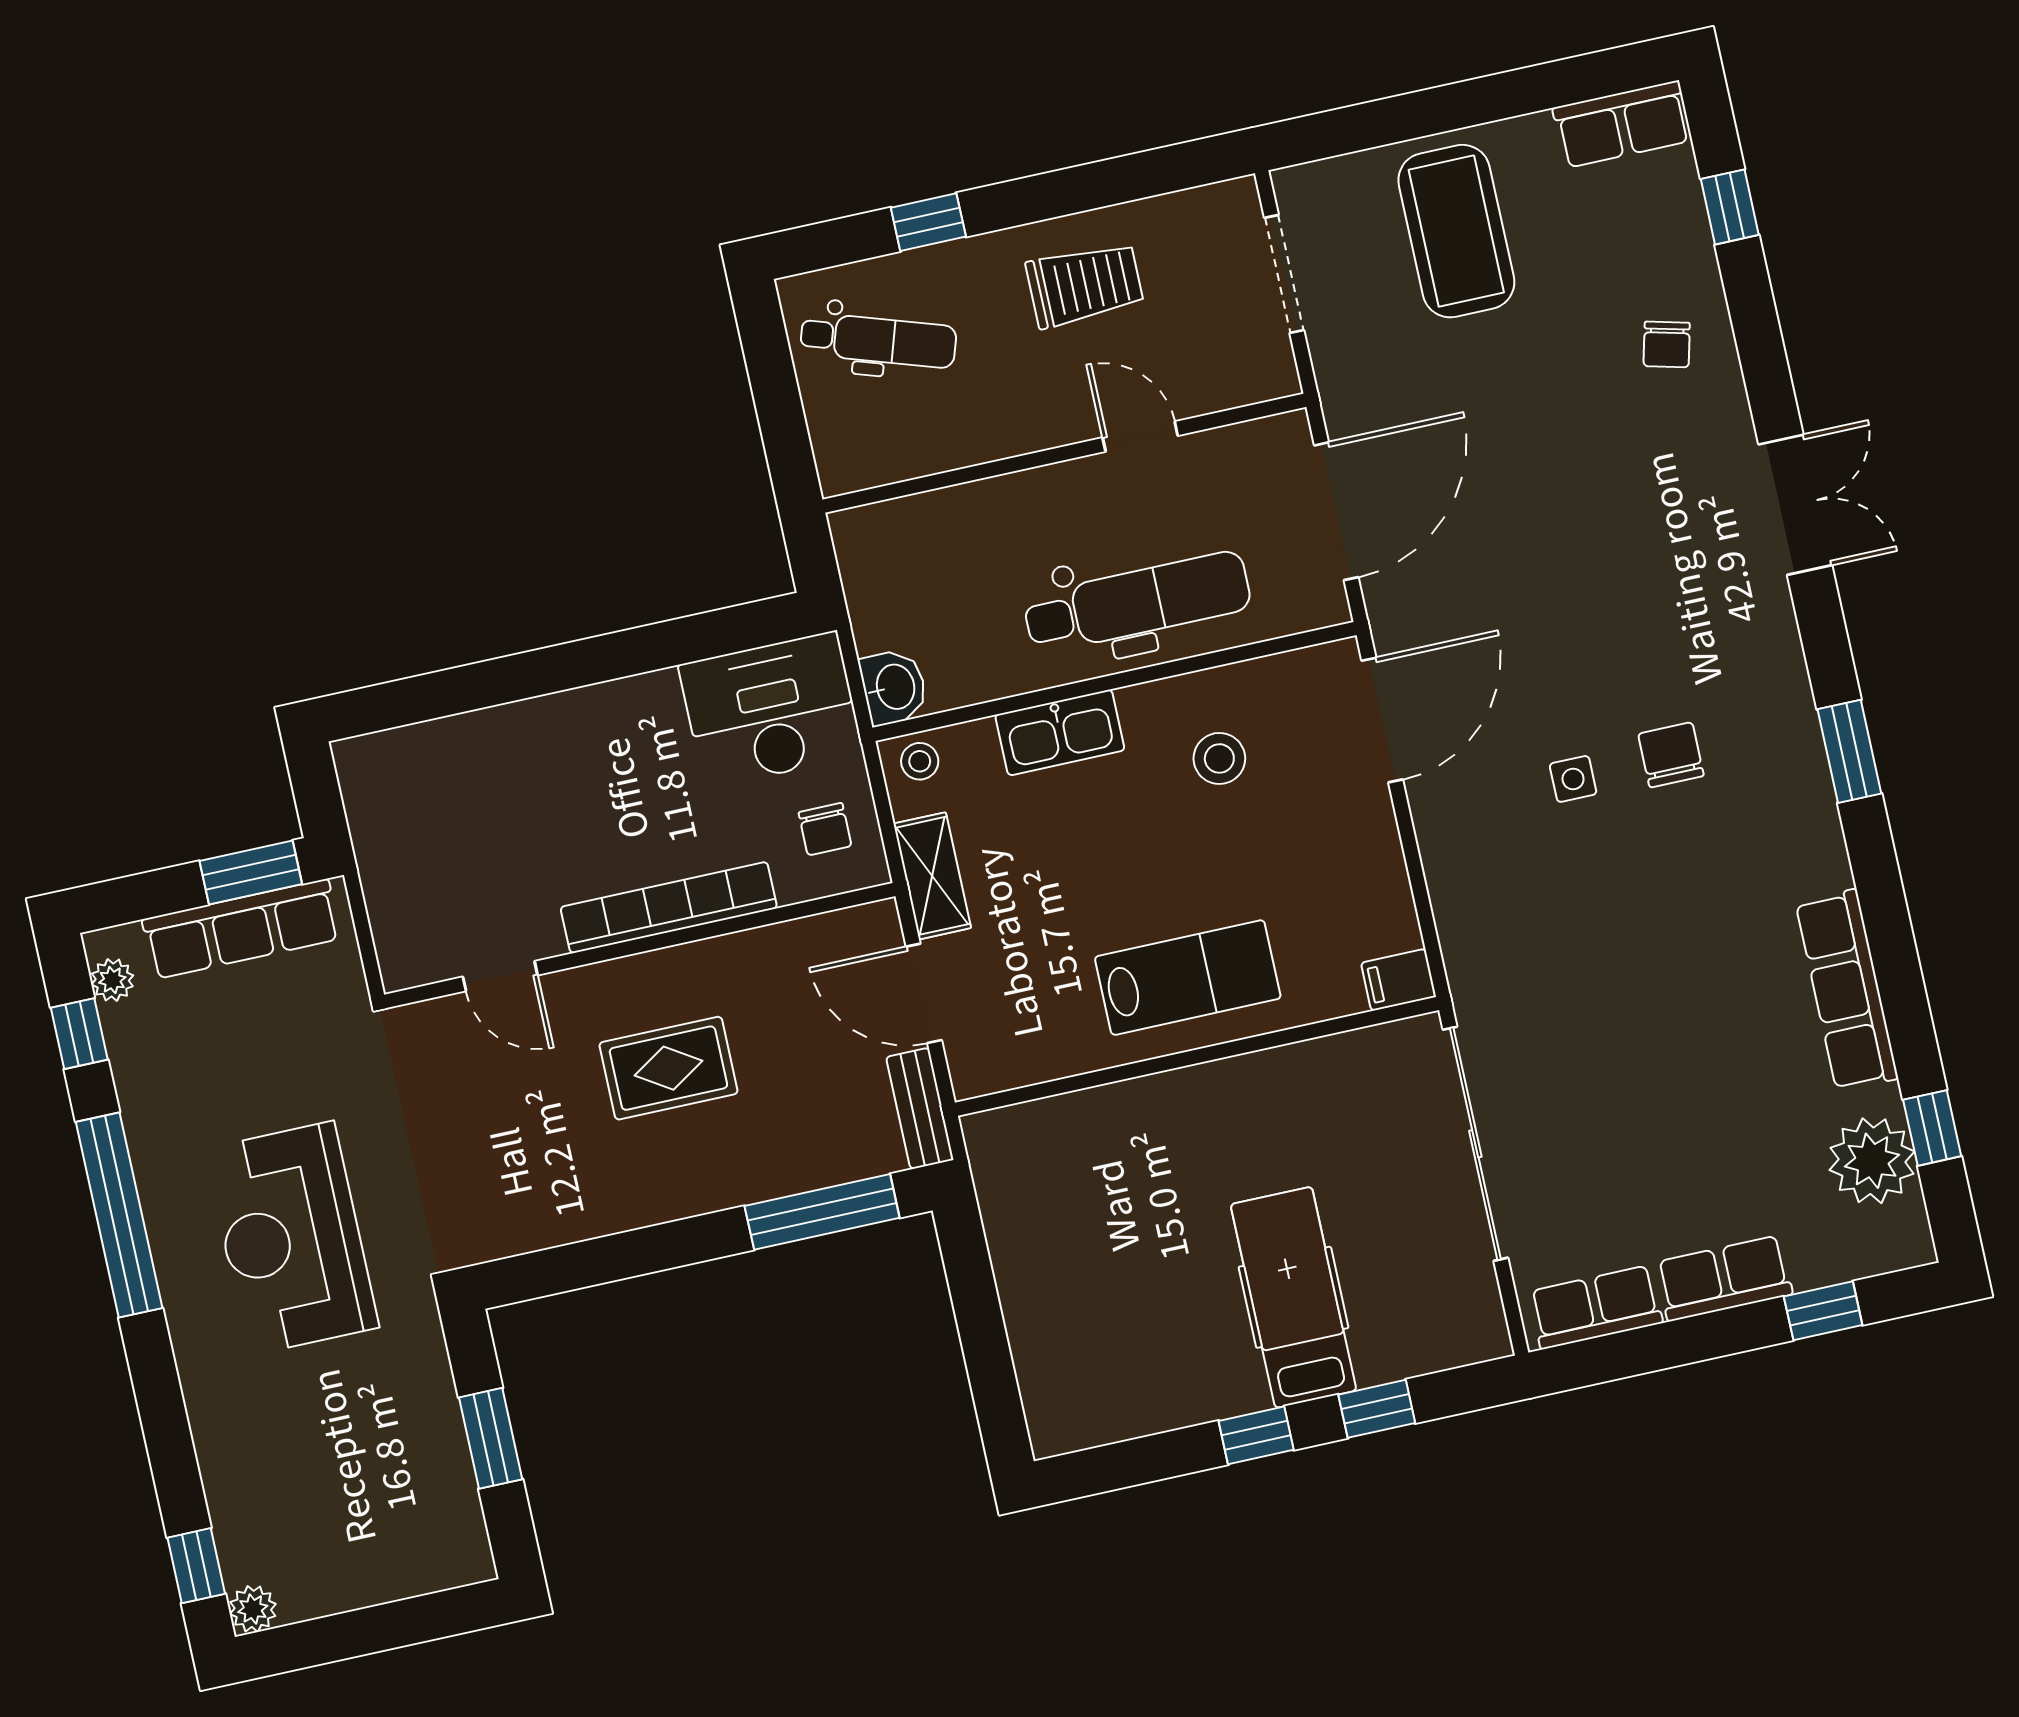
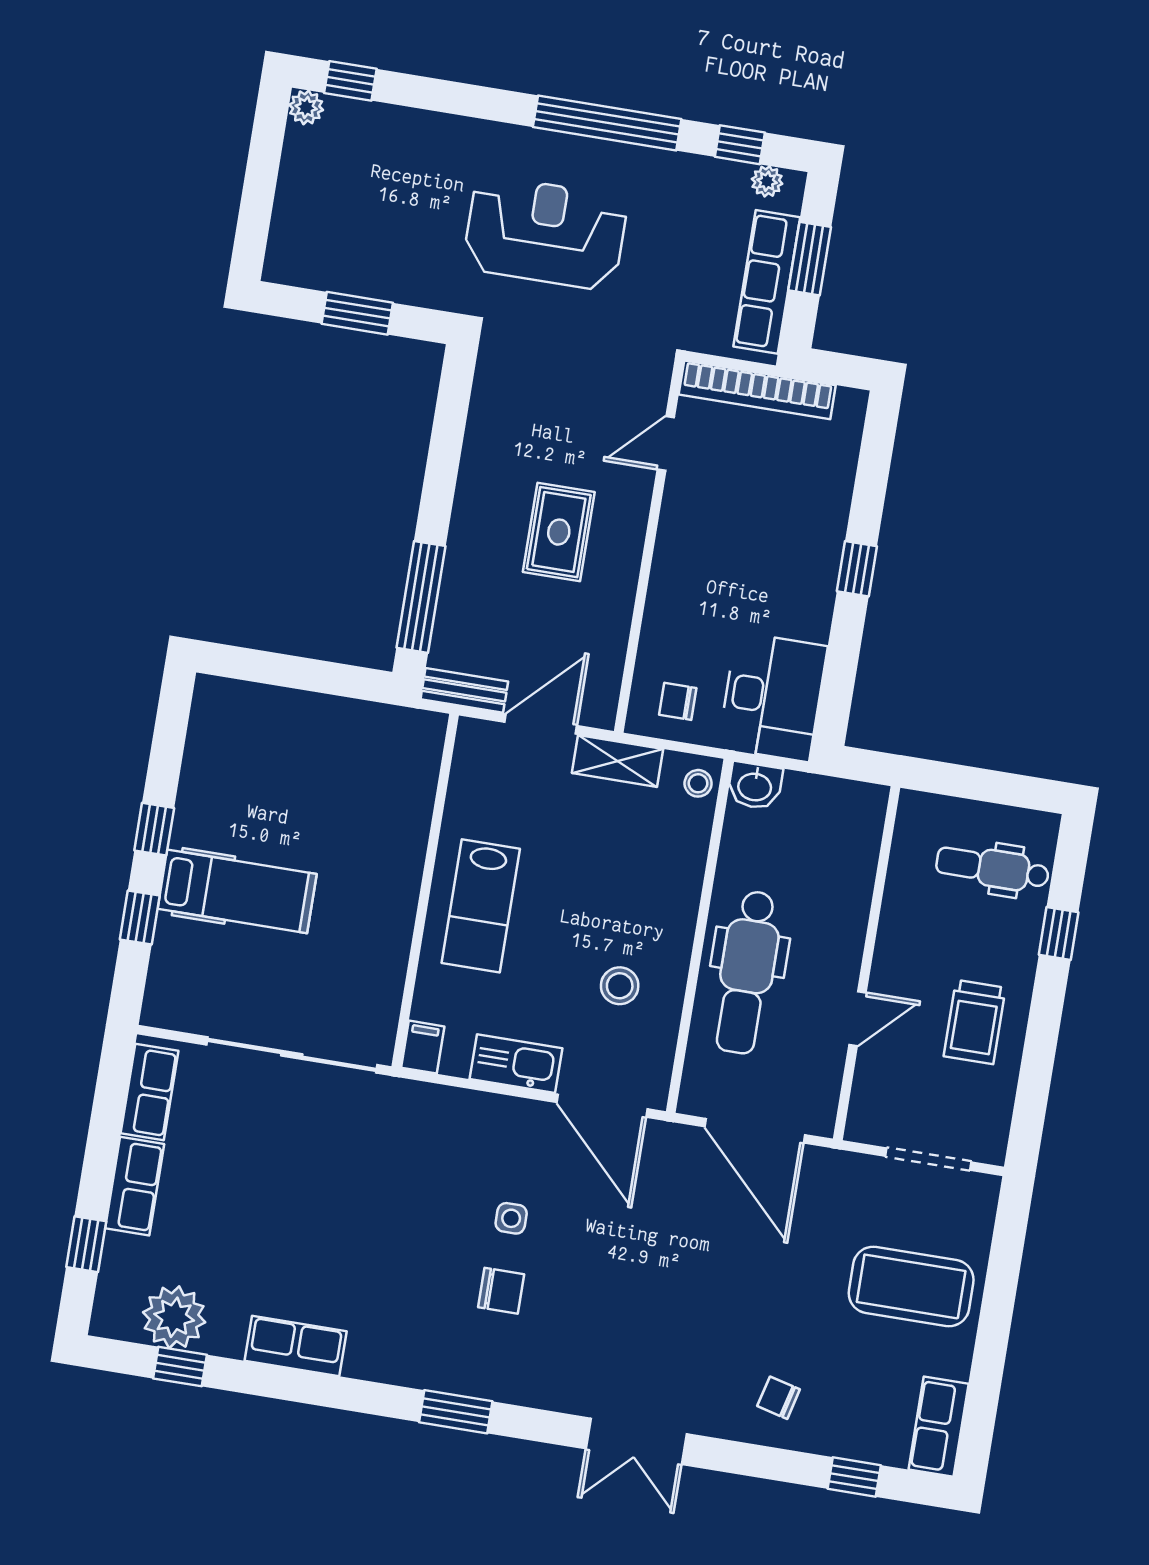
dental chair: (878, 340) -> (992, 868), turned 72
window: (563, 667) -> (857, 569), added
kitchen sink: (1060, 732) -> (516, 1064), moved, turned 90
window: (251, 872) -> (810, 259), moved
bookcase: (669, 908) -> (757, 390), moved, turned 90
row of seats: (1847, 990) -> (296, 1346), width x0.68

